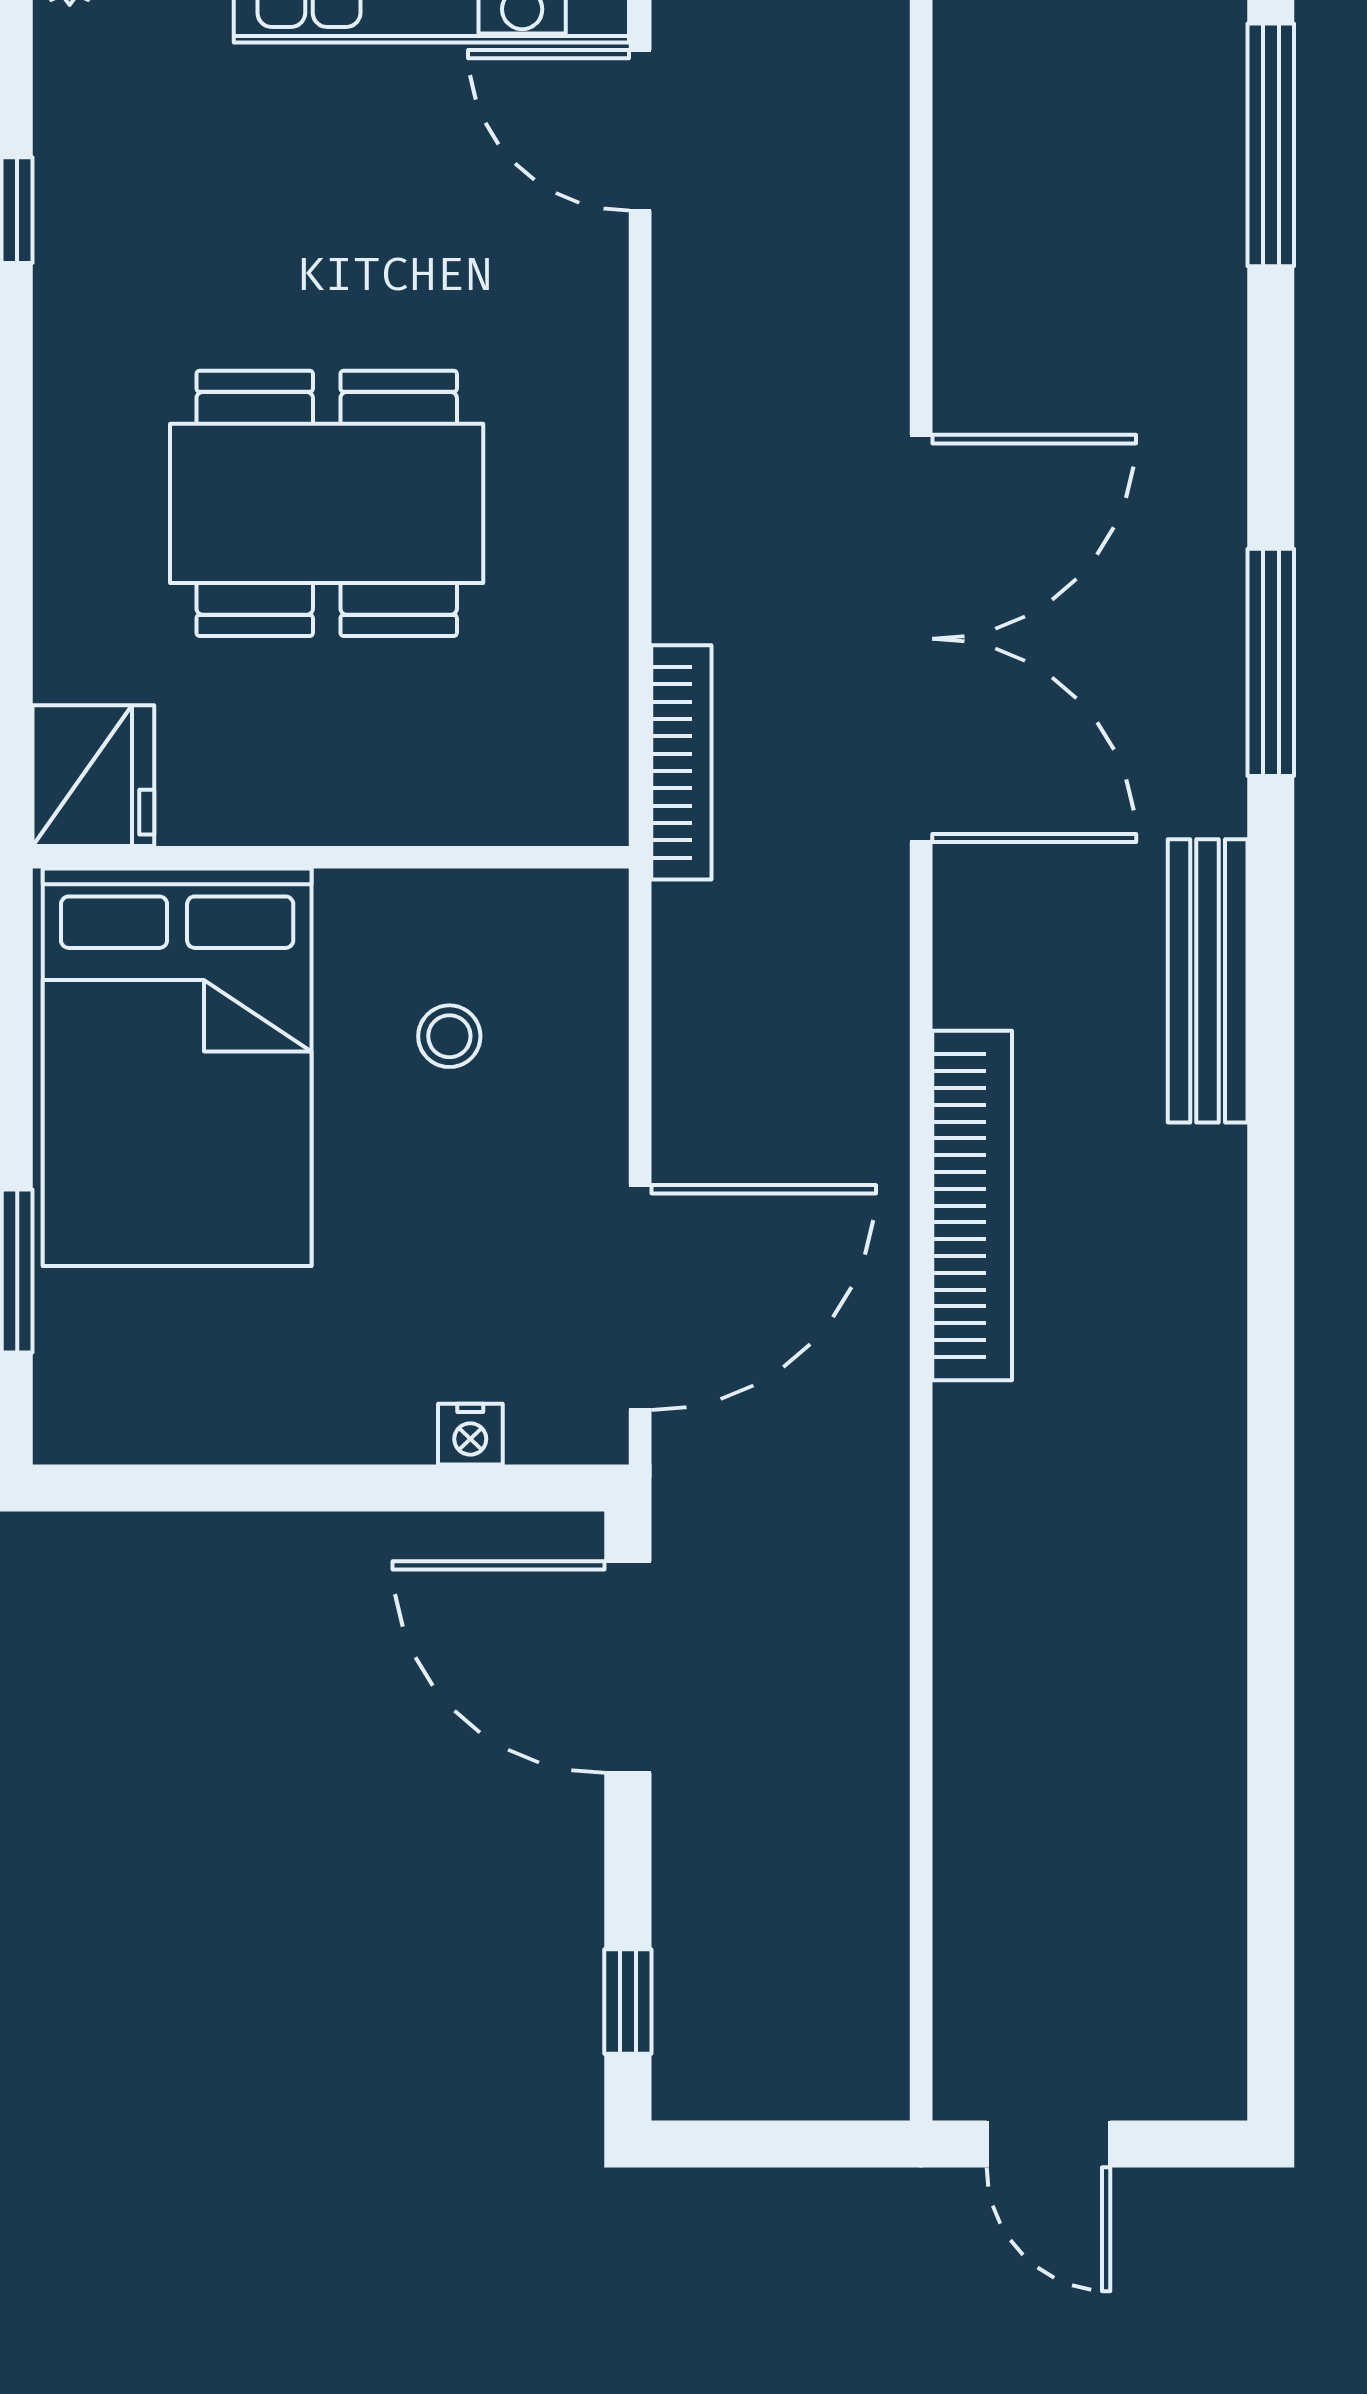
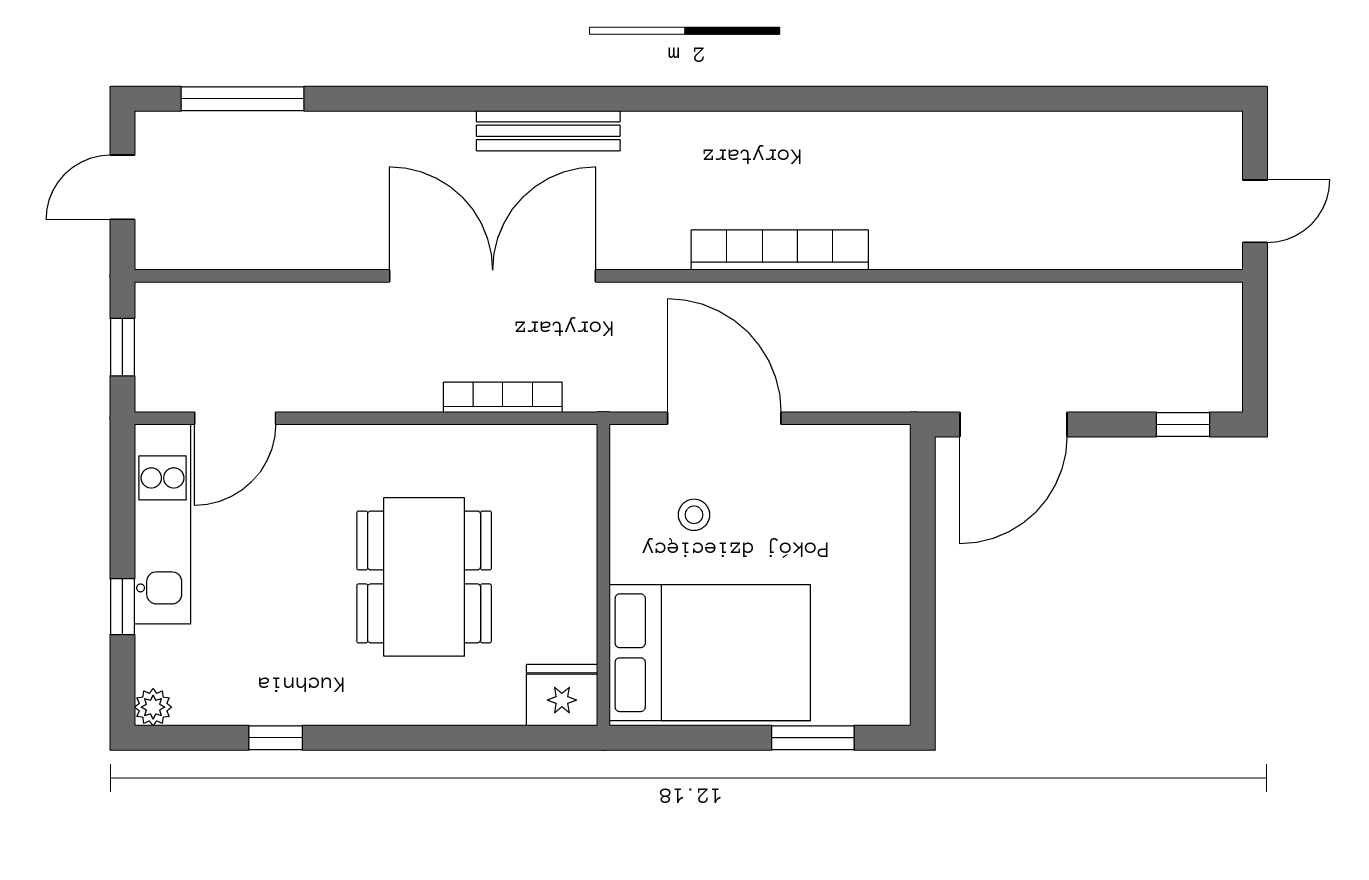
window: (1271, 662) -> (505, 99), removed
bookcase: (681, 762) -> (503, 397), moved
bench: (1208, 981) -> (548, 131), moved
door: (640, 1297) -> (724, 418), moved
nightstand: (470, 1434) -> (896, 504), removed

